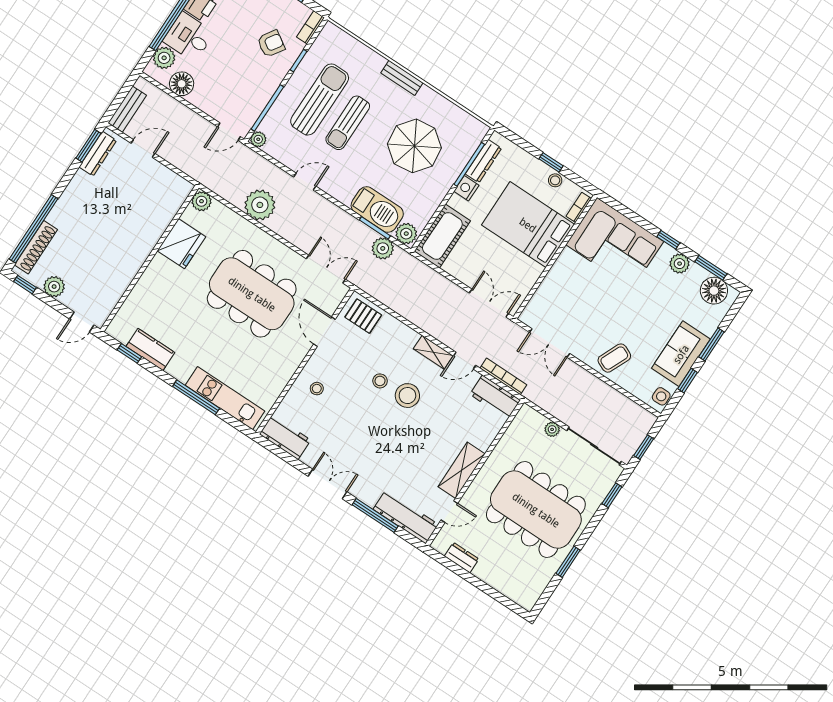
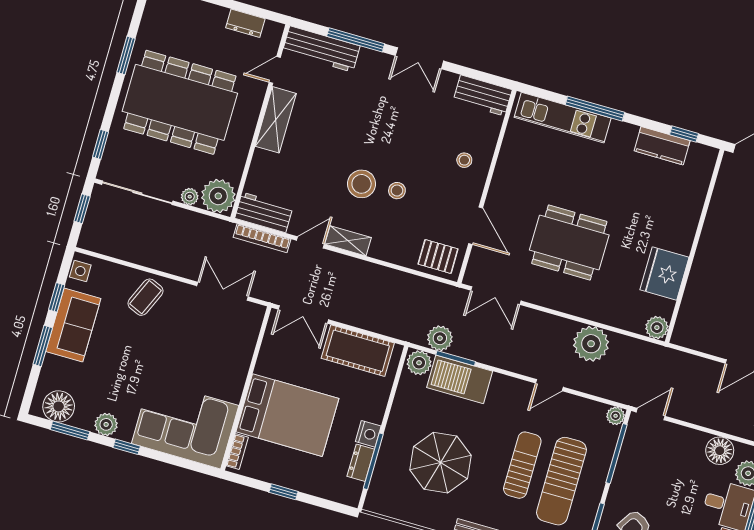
dresser: (483, 161) -> (361, 463), width x0.70
stool: (555, 180) -> (273, 473), removed
cot: (442, 236) -> (358, 351), moved, turned 90
dining table: (252, 294) -> (569, 243), width x0.73, depth x0.80
plant: (528, 423) -> (218, 196), added

